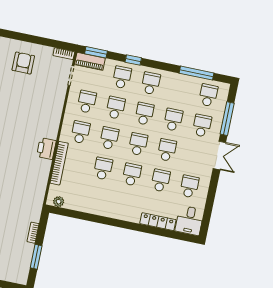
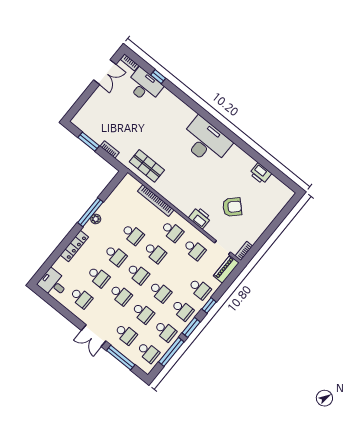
window: (96, 52) -> (191, 327), moved
armchair: (23, 63) -> (232, 207), moved, turned -45
school desk: (116, 108) -> (165, 331), moved
printer: (46, 149) -> (200, 218), moved
shop shelf: (30, 189) -> (147, 166), added
plant: (59, 202) -> (96, 219), moved
window: (103, 220) -> (90, 212), added
locker: (158, 222) -> (74, 246), moved

